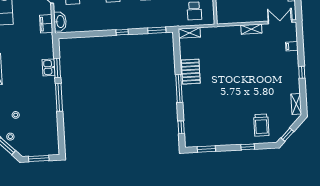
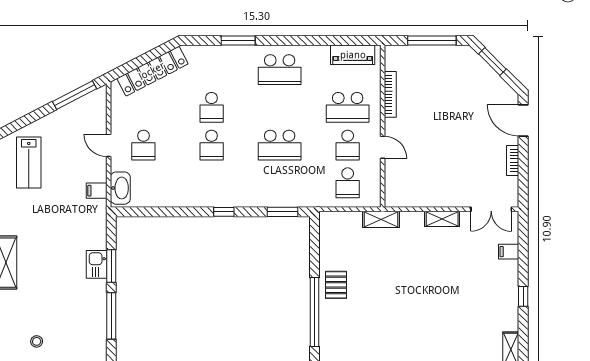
double door: (280, 22) -> (491, 209), swing flipped
filing cabinet: (46, 24) -> (97, 191), width x0.50
shelving: (189, 33) -> (381, 219), moved
pallet: (191, 72) -> (336, 285), width x0.67, depth x0.71
window: (179, 88) -> (314, 312), width x1.46

